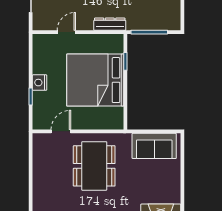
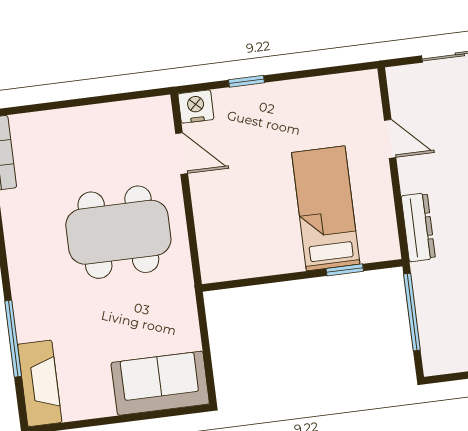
bed: (95, 80) -> (326, 208), width x0.49
nightstand: (40, 83) -> (196, 107), moved
sofa: (154, 146) -> (160, 383), moved, turned 90

